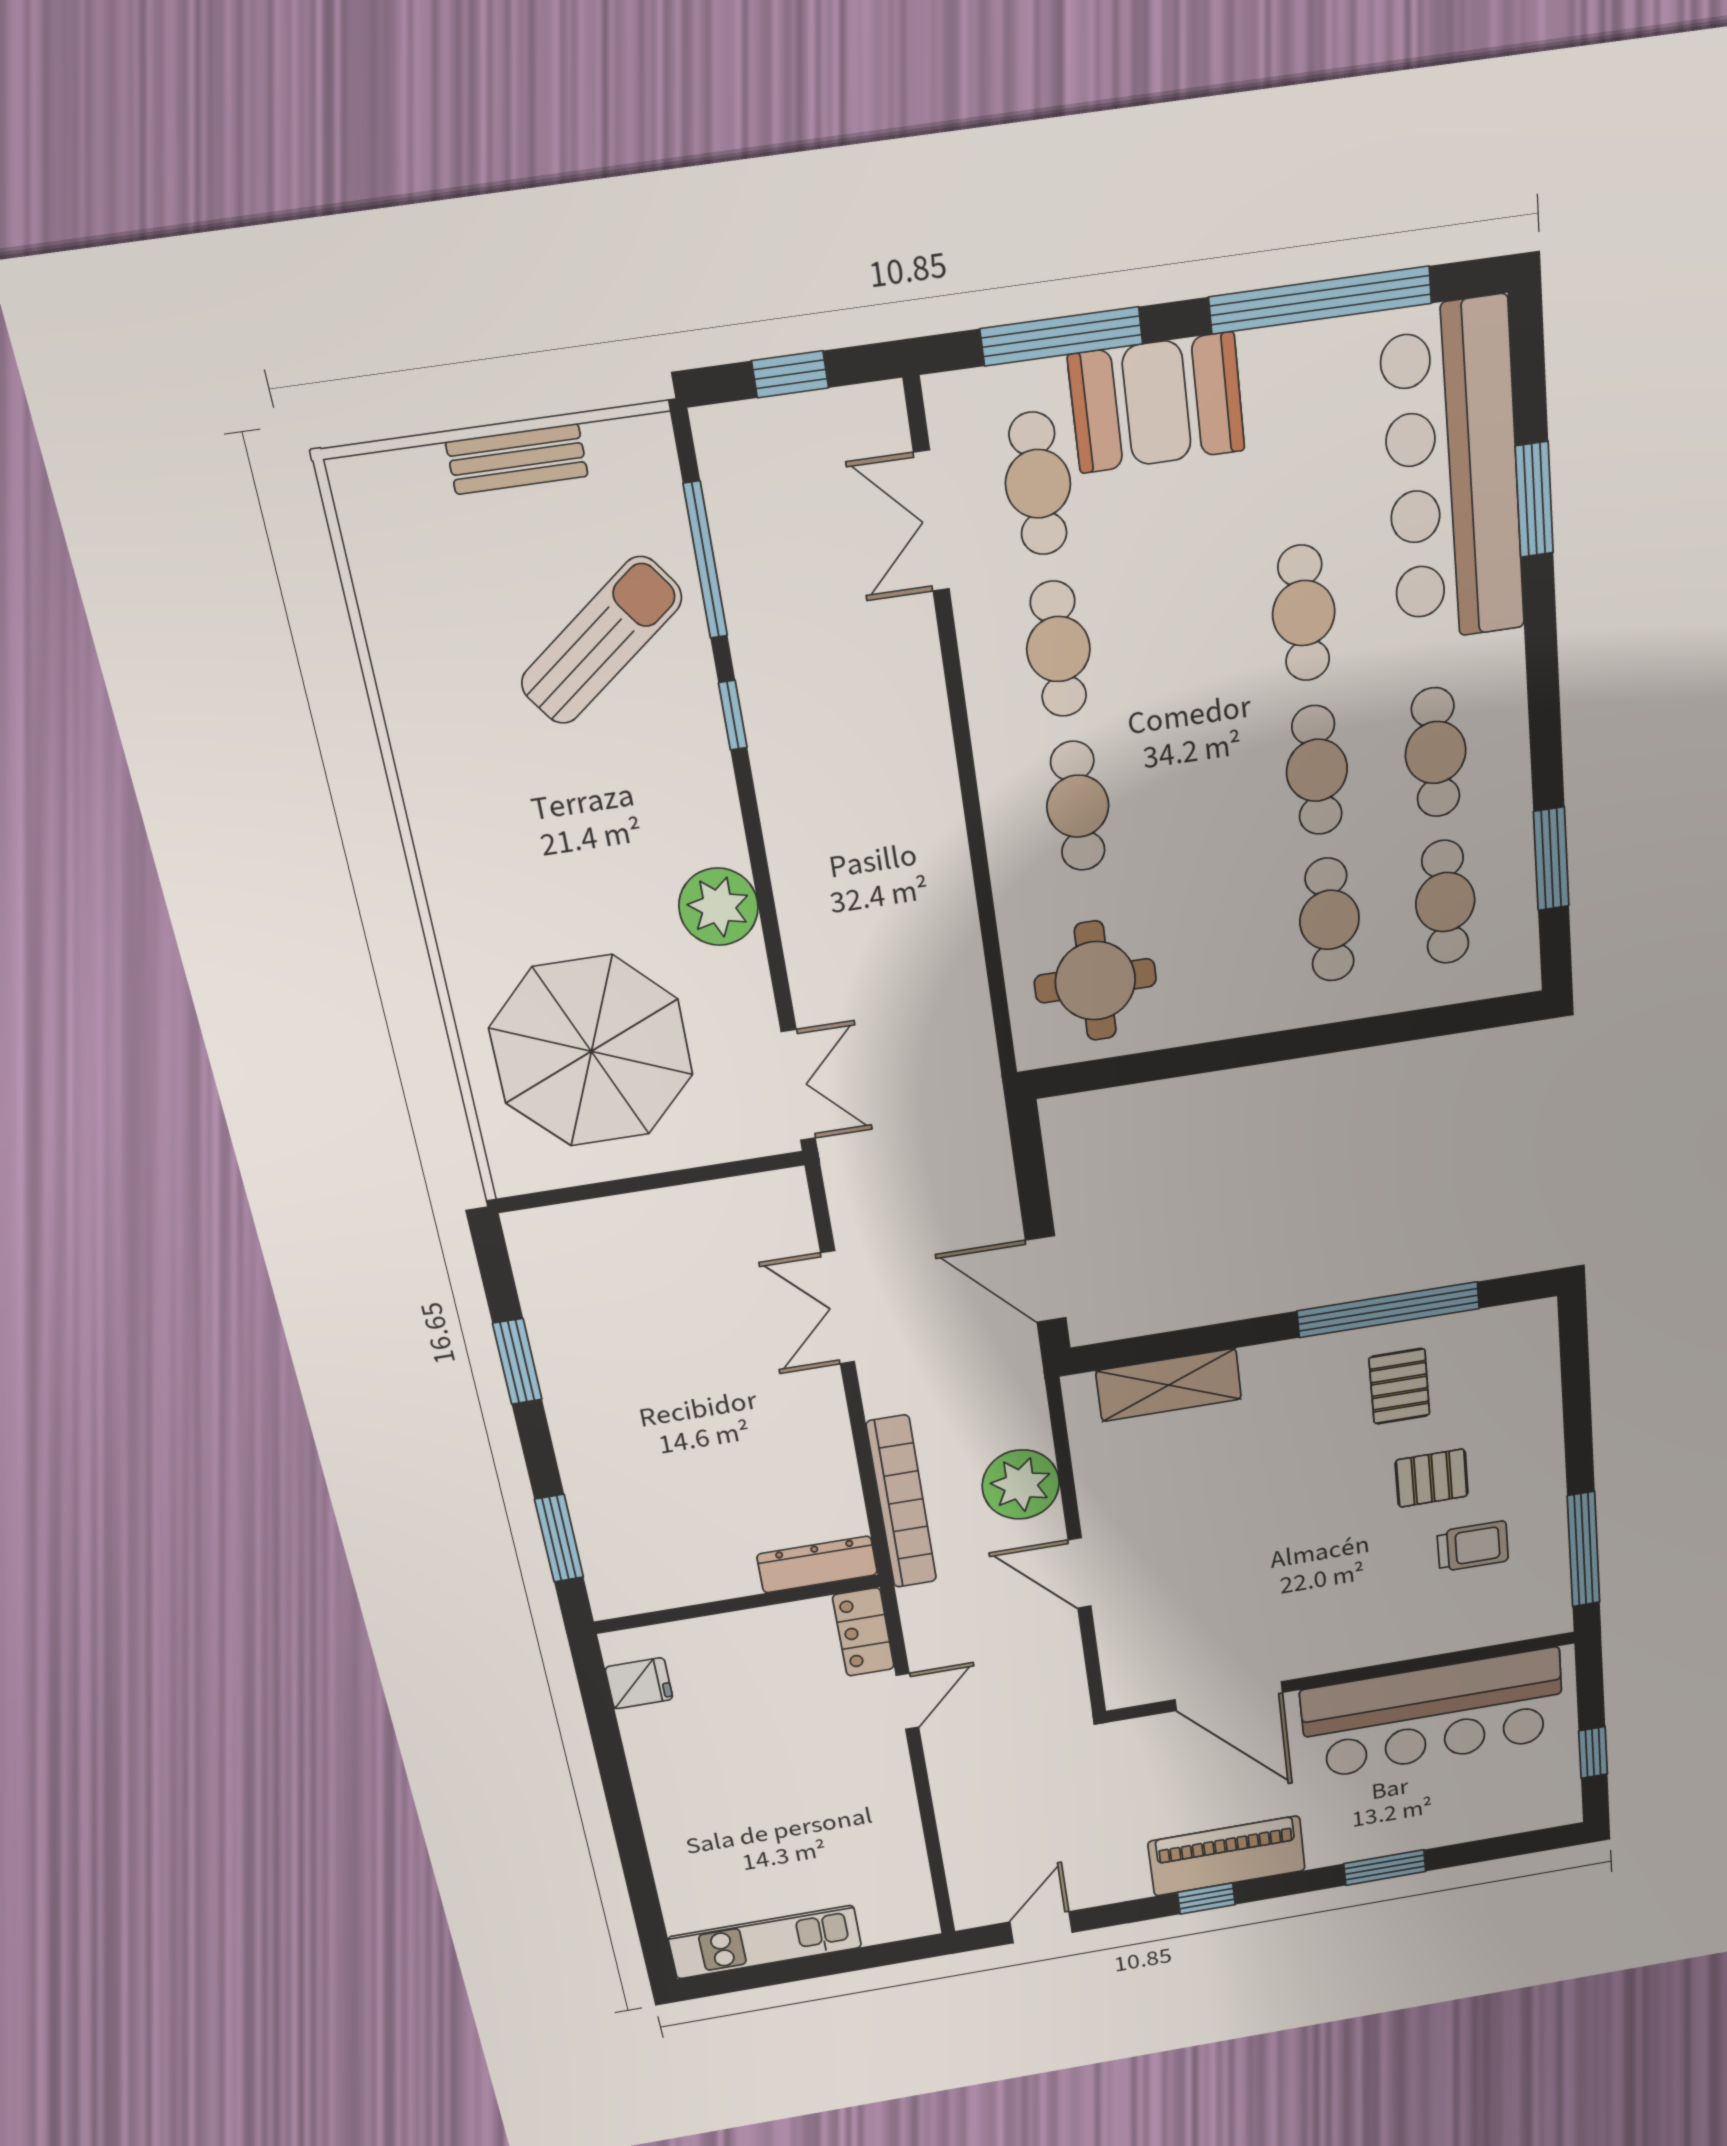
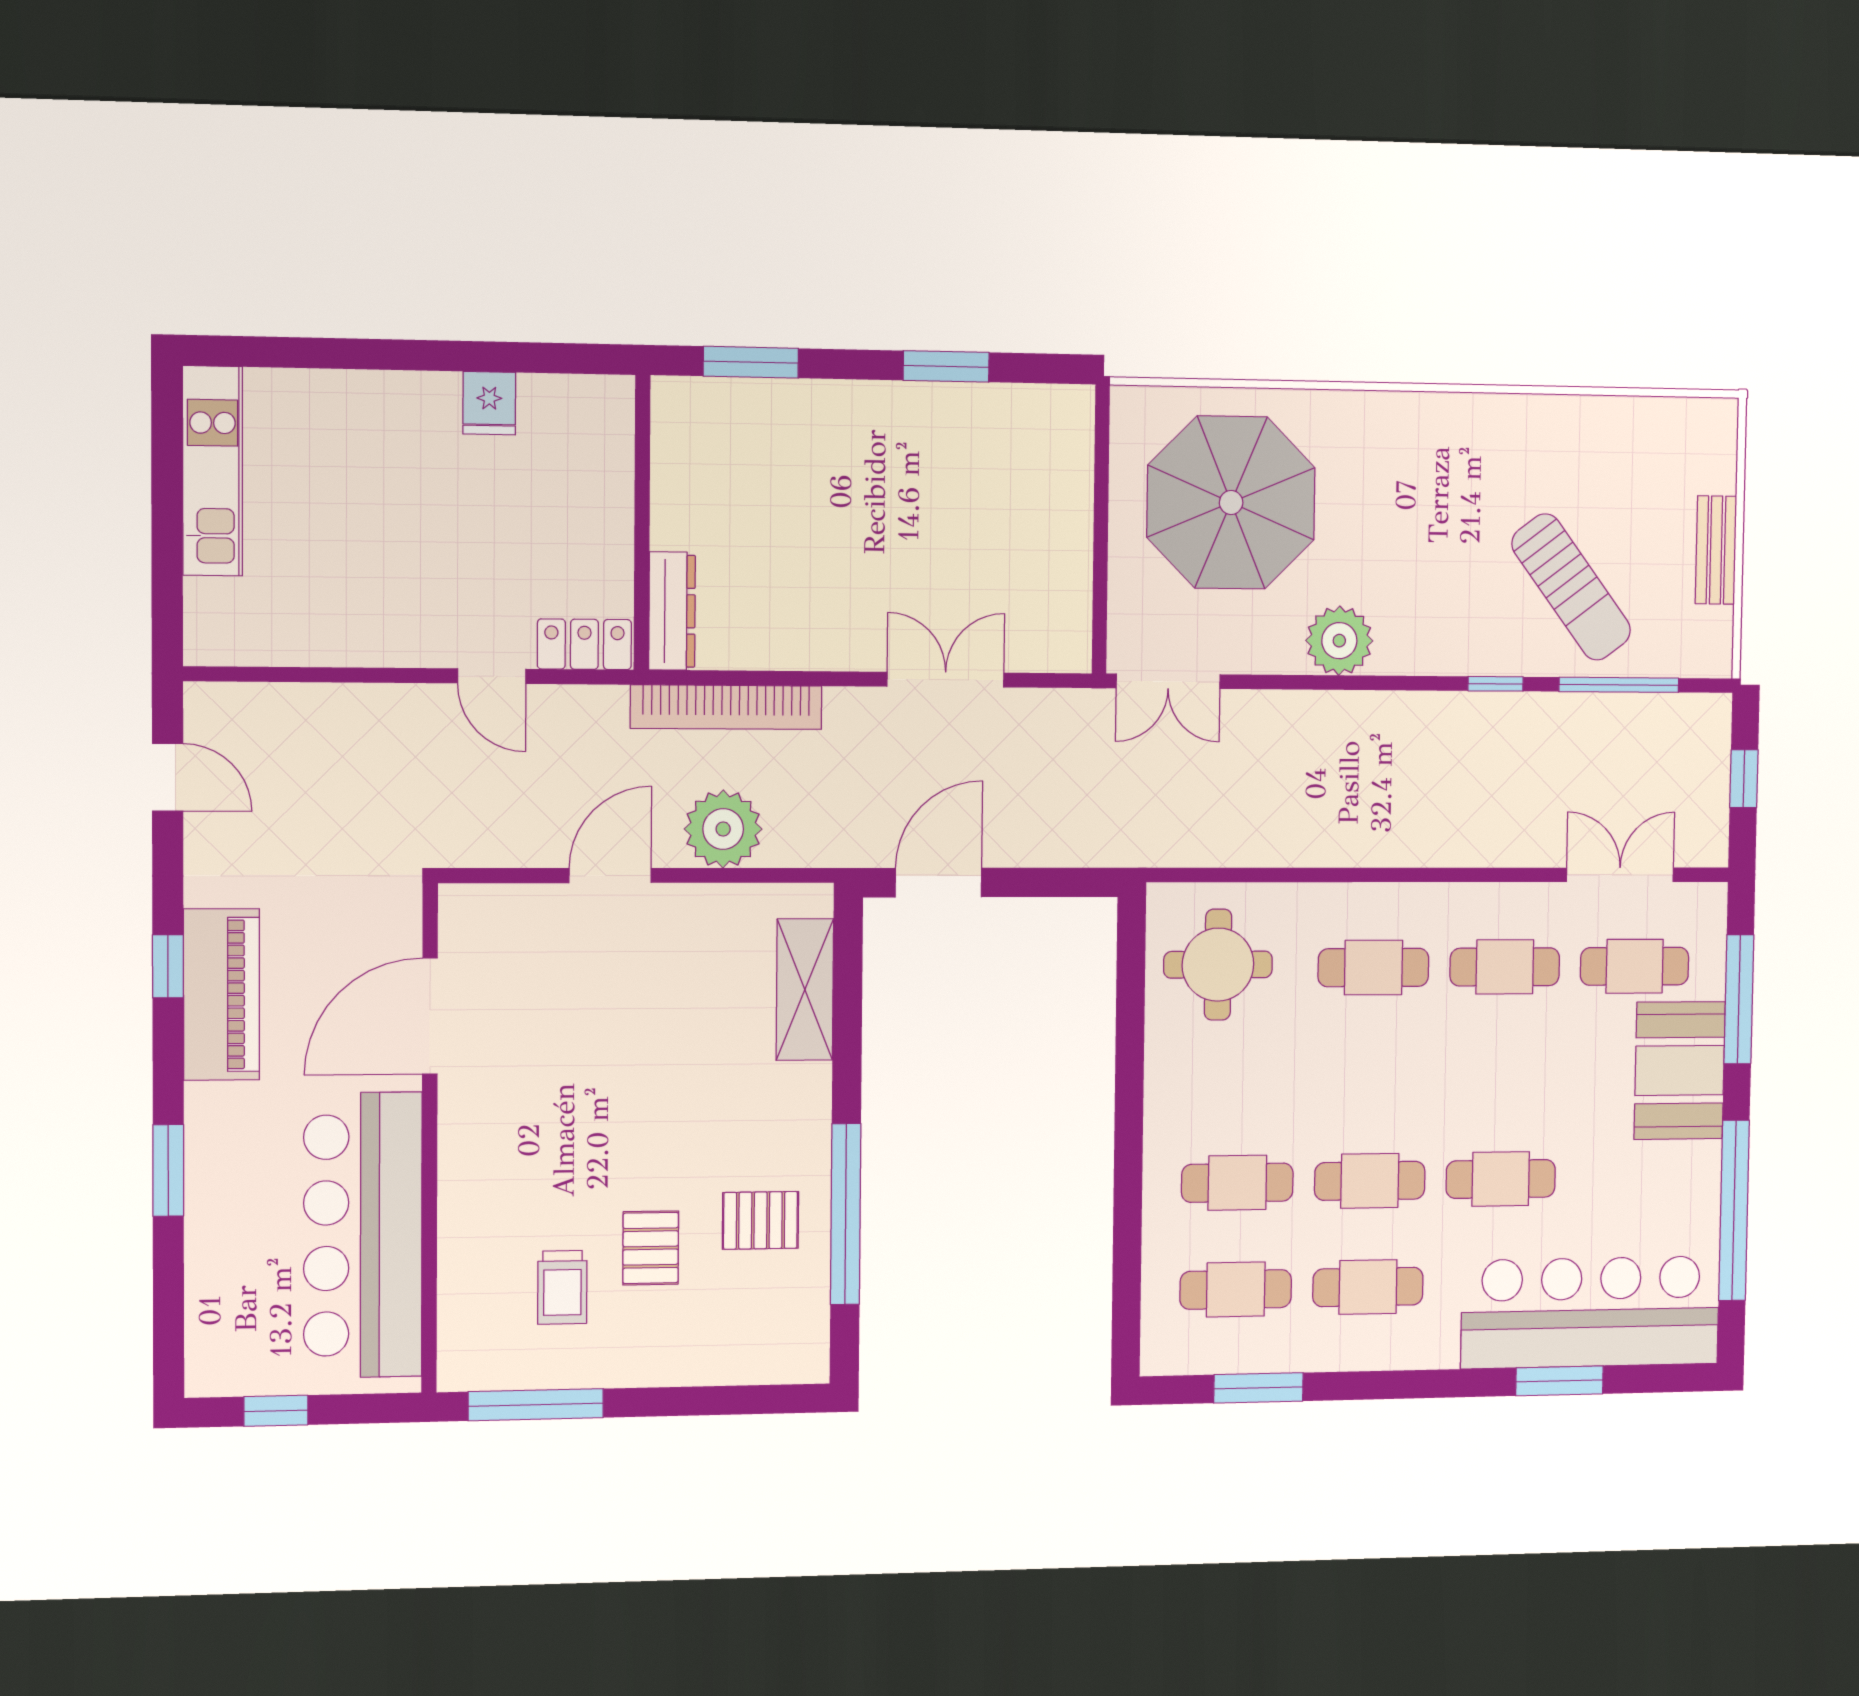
fridge: (639, 1683) -> (489, 403), moved

